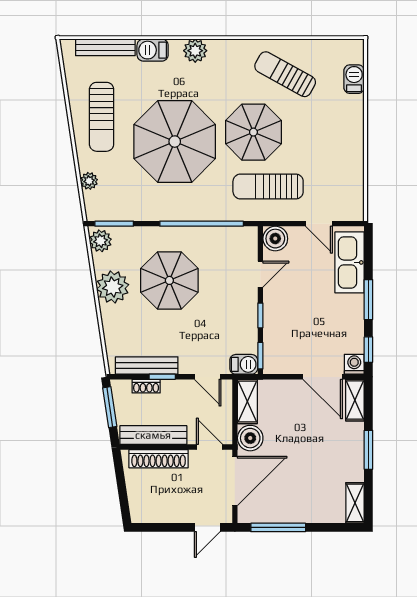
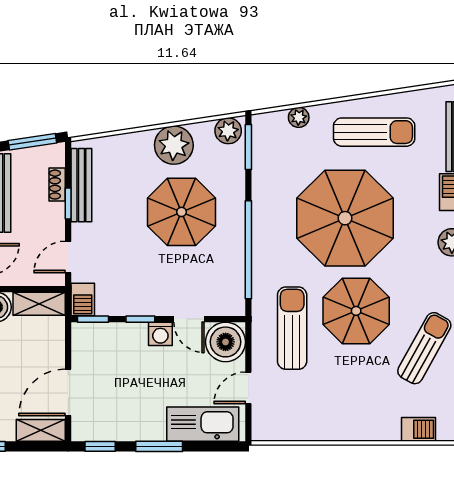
sun lounger: (102, 117) -> (374, 132), turned 180
boiler: (275, 239) -> (226, 342), width x1.37, depth x1.37
washing machine: (354, 364) -> (160, 334), moved, turned 90

